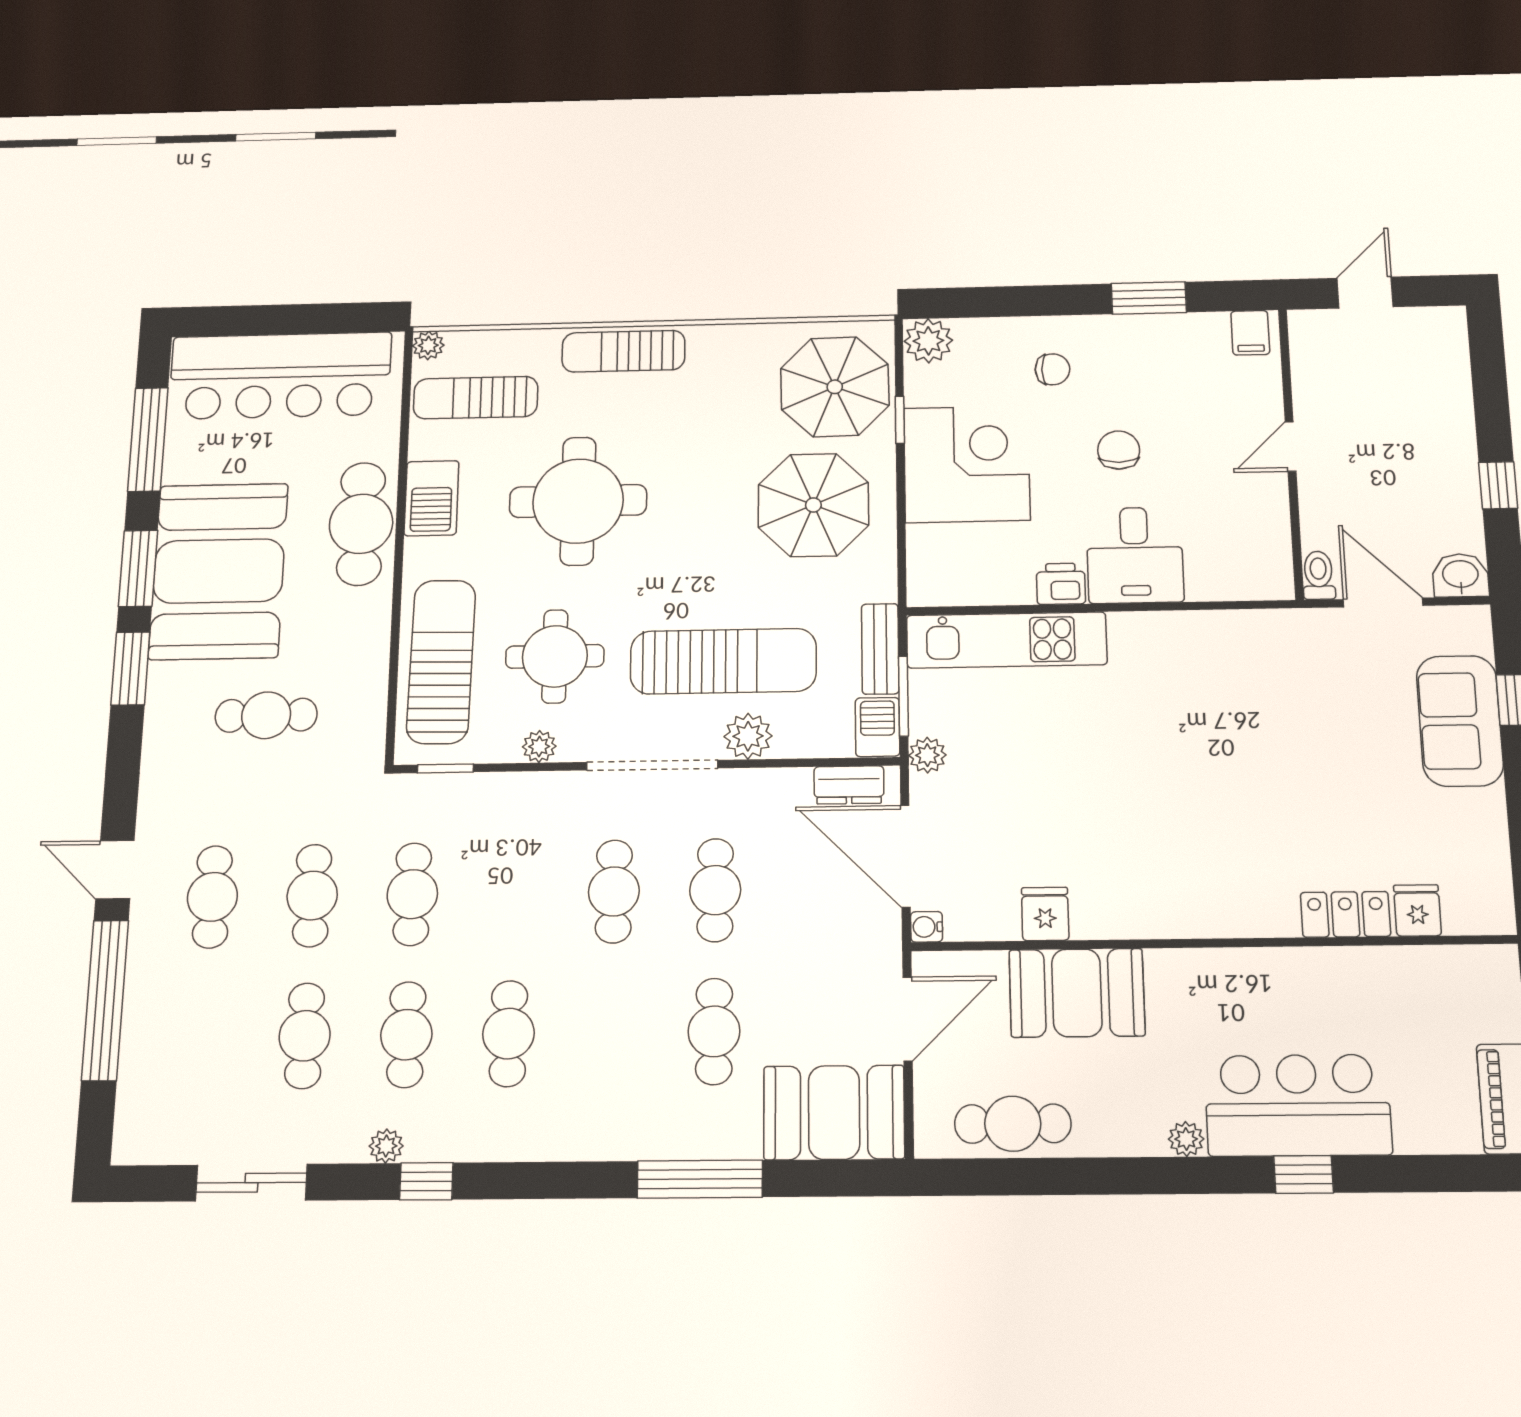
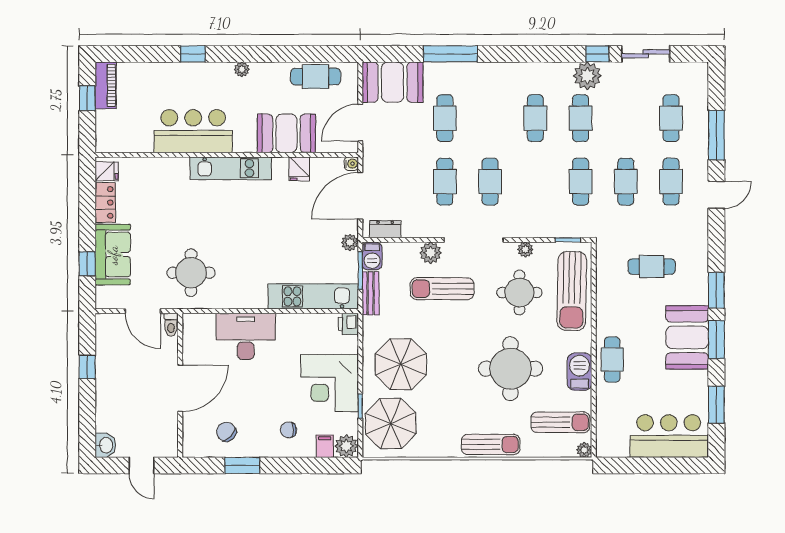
door: (1365, 293) -> (141, 465), hinge flipped
filing cabinet: (1250, 333) -> (325, 446), moved
bar counter: (280, 376) -> (669, 436), width x0.73
window: (148, 439) -> (716, 405), width x0.69
door: (1291, 446) -> (180, 388), width x1.87
chair: (1119, 450) -> (226, 432), moved, turned 135
cafe table: (361, 524) -> (612, 360), width x0.73, depth x0.74
desk: (1135, 555) -> (246, 336), width x1.37
booth: (219, 571) -> (687, 337), width x0.73, depth x0.70
washbasin: (1460, 575) -> (105, 445), moved, turned -90
printer: (1061, 584) -> (348, 324), moved, turned 90
sun lounger: (723, 661) -> (442, 289), width x0.73, depth x0.75
round table: (1281, 685) -> (191, 273), added
door: (905, 856) -> (360, 196), swing flipped
door: (115, 870) -> (716, 195), hinge flipped
fridge: (1417, 910) -> (107, 171), moved, turned -90
kitchen unit: (1202, 913) -> (231, 168), added
locker: (1345, 914) -> (105, 203), moved, turned -90
window: (105, 1000) -> (716, 135), width x0.68
cafe table: (305, 1036) -> (671, 118), moved
bar counter: (1298, 1105) -> (193, 131), moved, turned 180
plant: (386, 1146) -> (587, 76), width x1.88, depth x1.88
window: (426, 1181) -> (597, 54), moved

